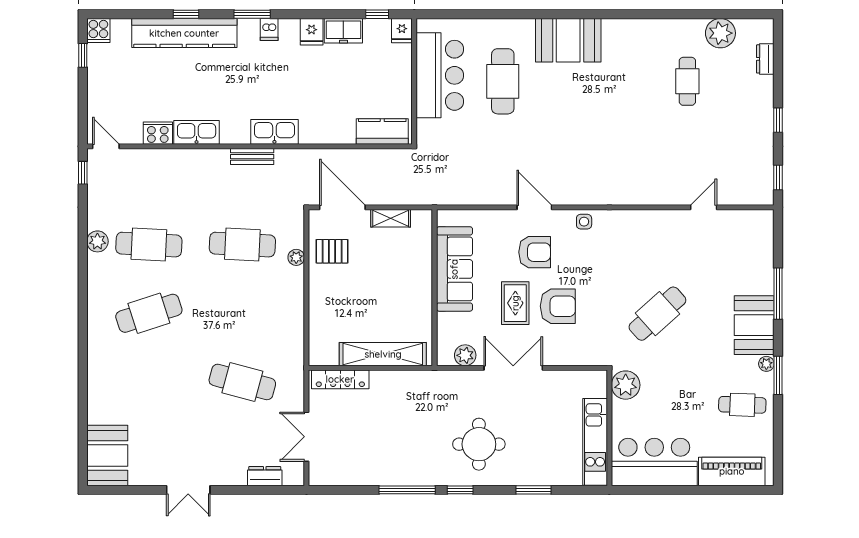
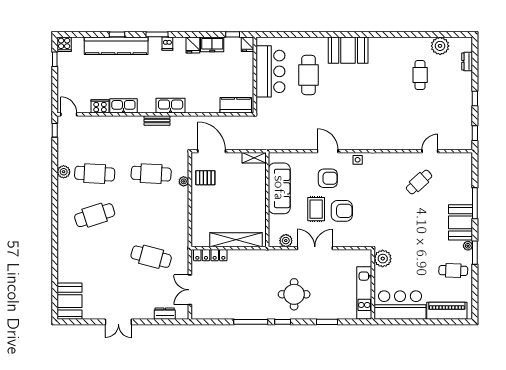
shelving: (391, 218) -> (254, 158), moved
cafe table: (657, 314) -> (419, 182), moved, width x0.73, depth x0.74

